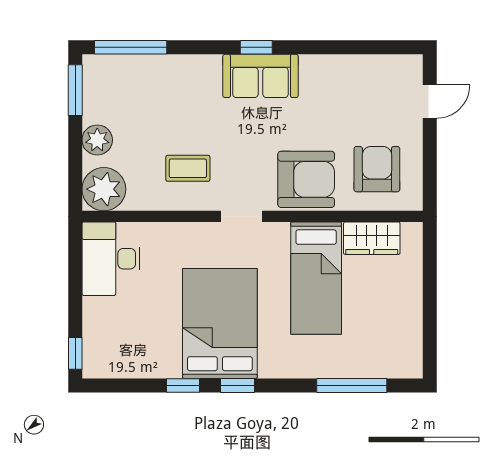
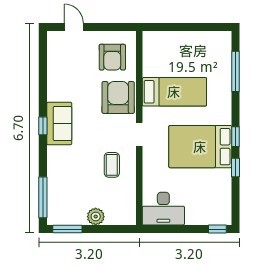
armchair: (377, 169) -> (112, 57), turned -90
plant: (104, 189) -> (124, 213), removed
wardrobe: (372, 238) -> (152, 60), removed

